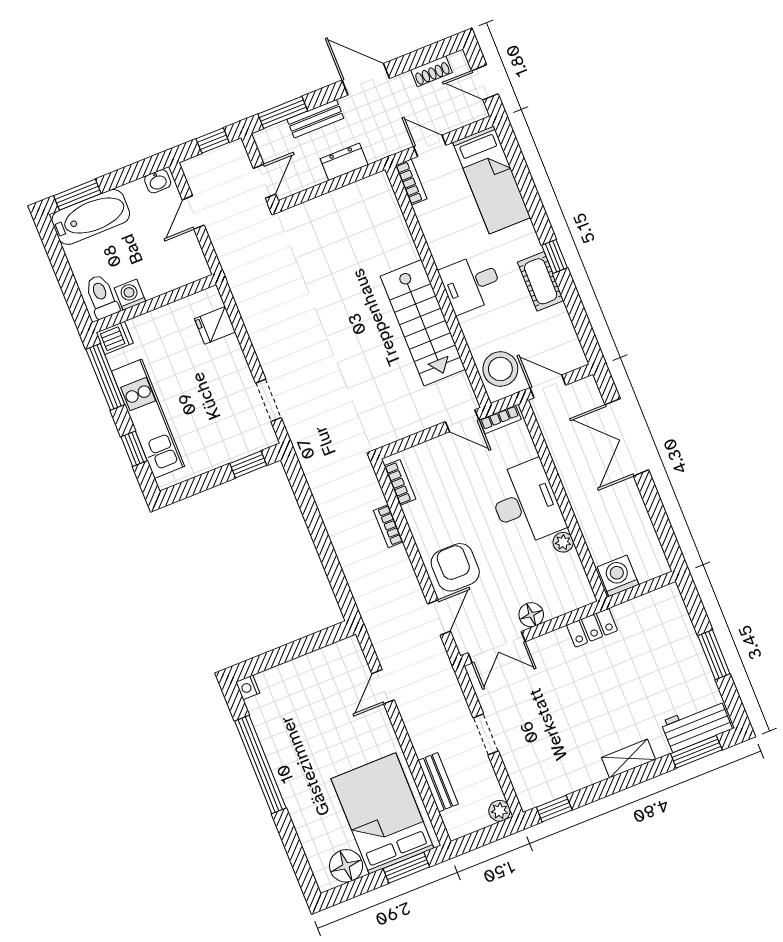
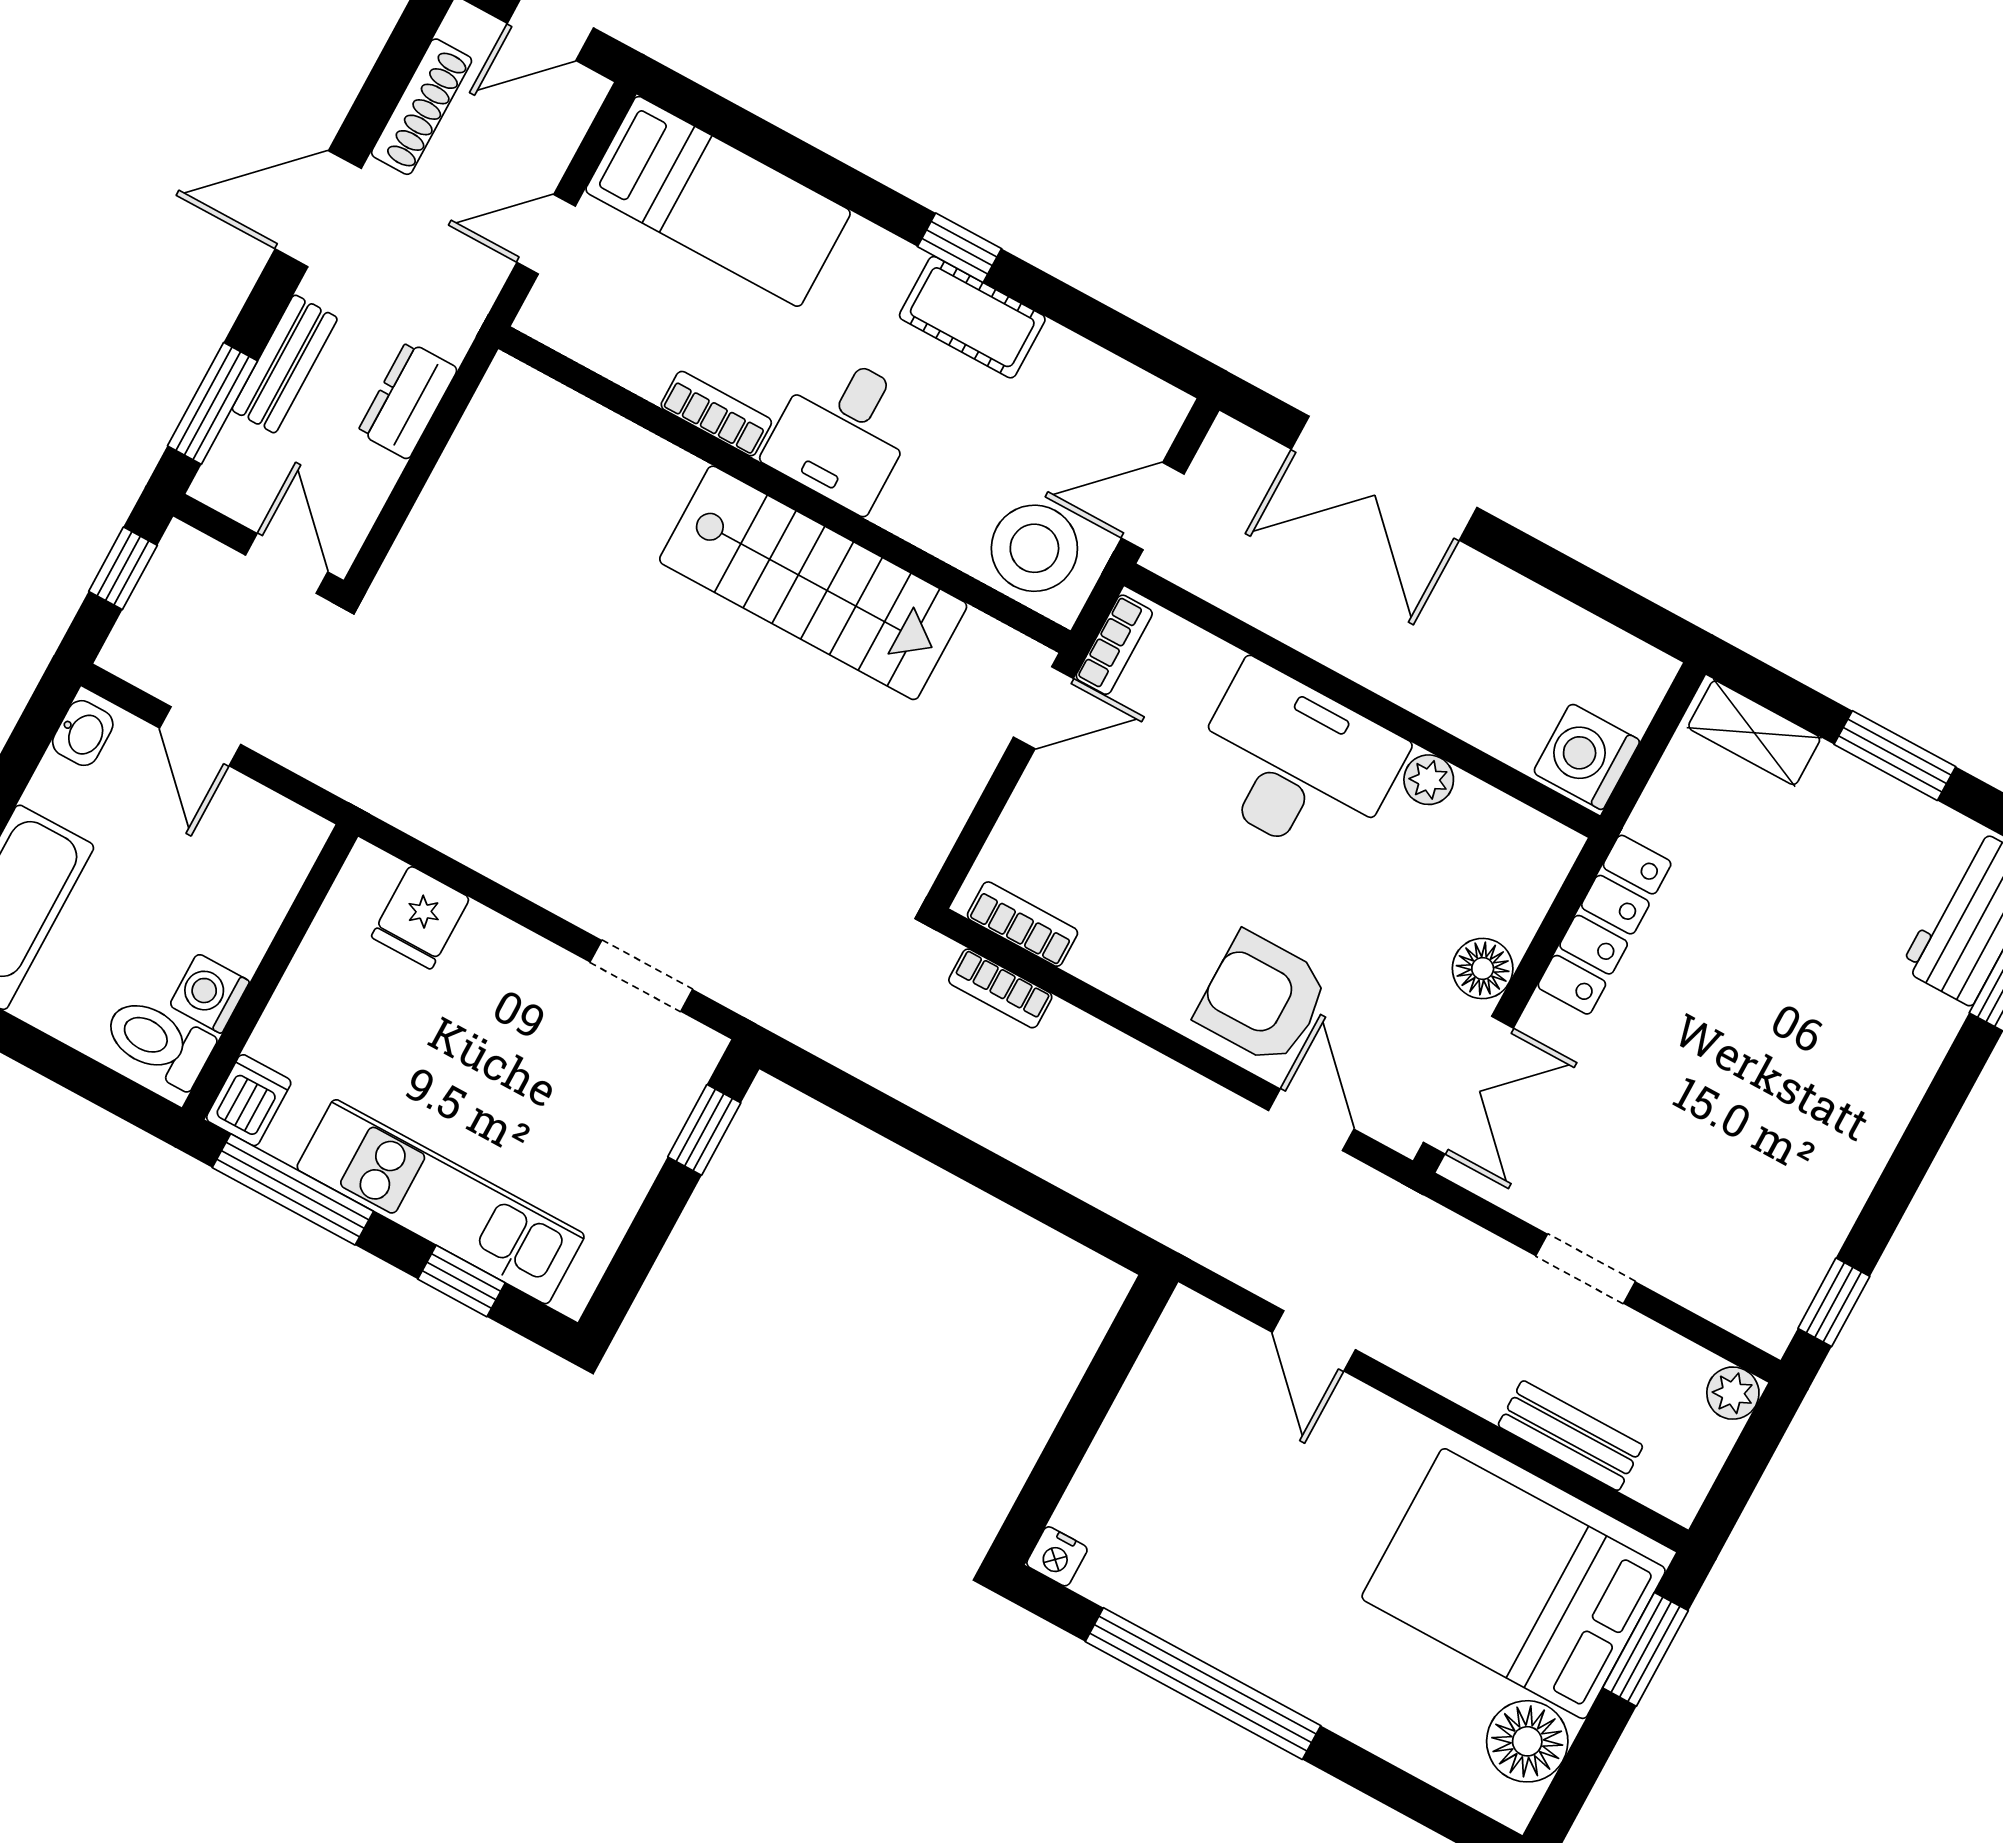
shoe rack: (432, 71) -> (422, 107), width x1.43
bookcase: (411, 182) -> (716, 414), moved
bookcase: (388, 526) -> (1000, 988), moved
locker: (592, 628) -> (1604, 925), width x1.53
shelving: (628, 759) -> (1754, 733), moved, turned 90

